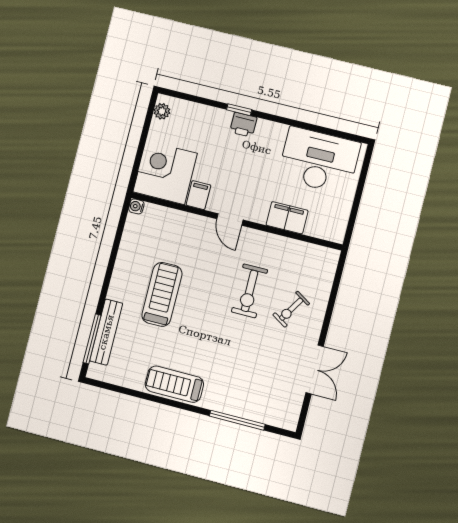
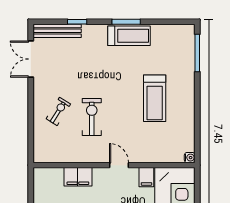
bench: (106, 332) -> (57, 31), moved, turned 90
double door: (315, 370) -> (31, 59), moved
window: (174, 403) -> (126, 22), added
window: (237, 420) -> (77, 22), width x0.46

